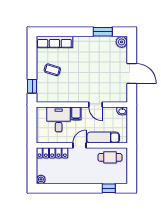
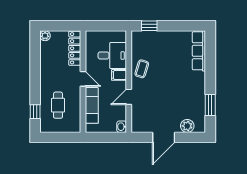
plant: (122, 42) -> (187, 126), moved
coffee table: (52, 70) -> (142, 69), moved
cafe table: (110, 157) -> (58, 105), moved

